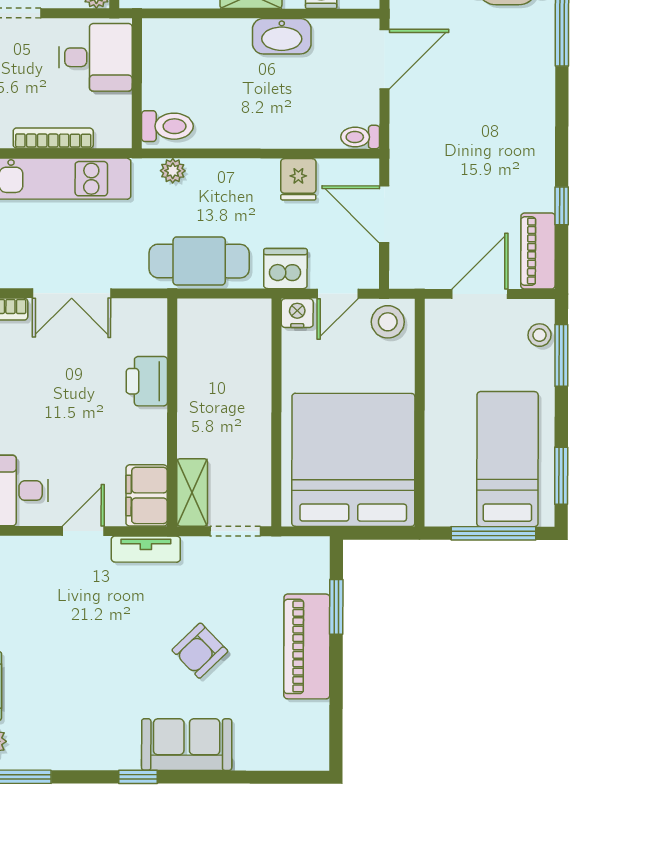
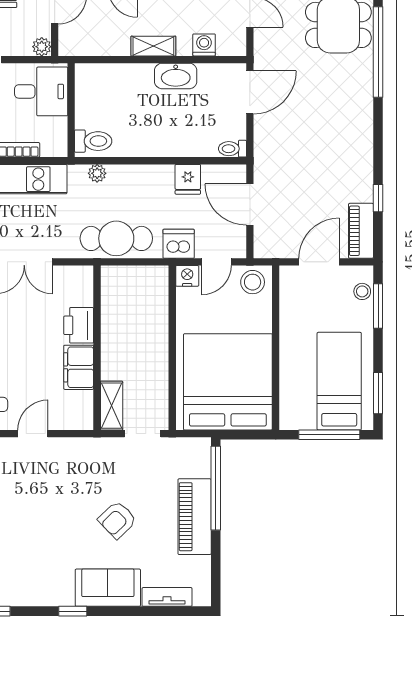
filing cabinet: (147, 495) -> (79, 367), moved
tv unit: (146, 549) -> (167, 597), moved, turned 180
window: (336, 607) -> (216, 488), width x2.11

